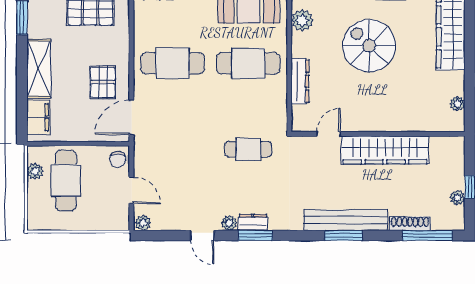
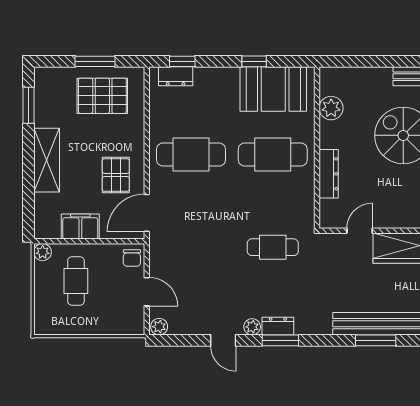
filing cabinet: (39, 117) -> (80, 227), moved, turned -90
plant: (35, 171) -> (43, 252), moved
cafe table: (66, 181) -> (76, 281), width x0.73, depth x0.74

